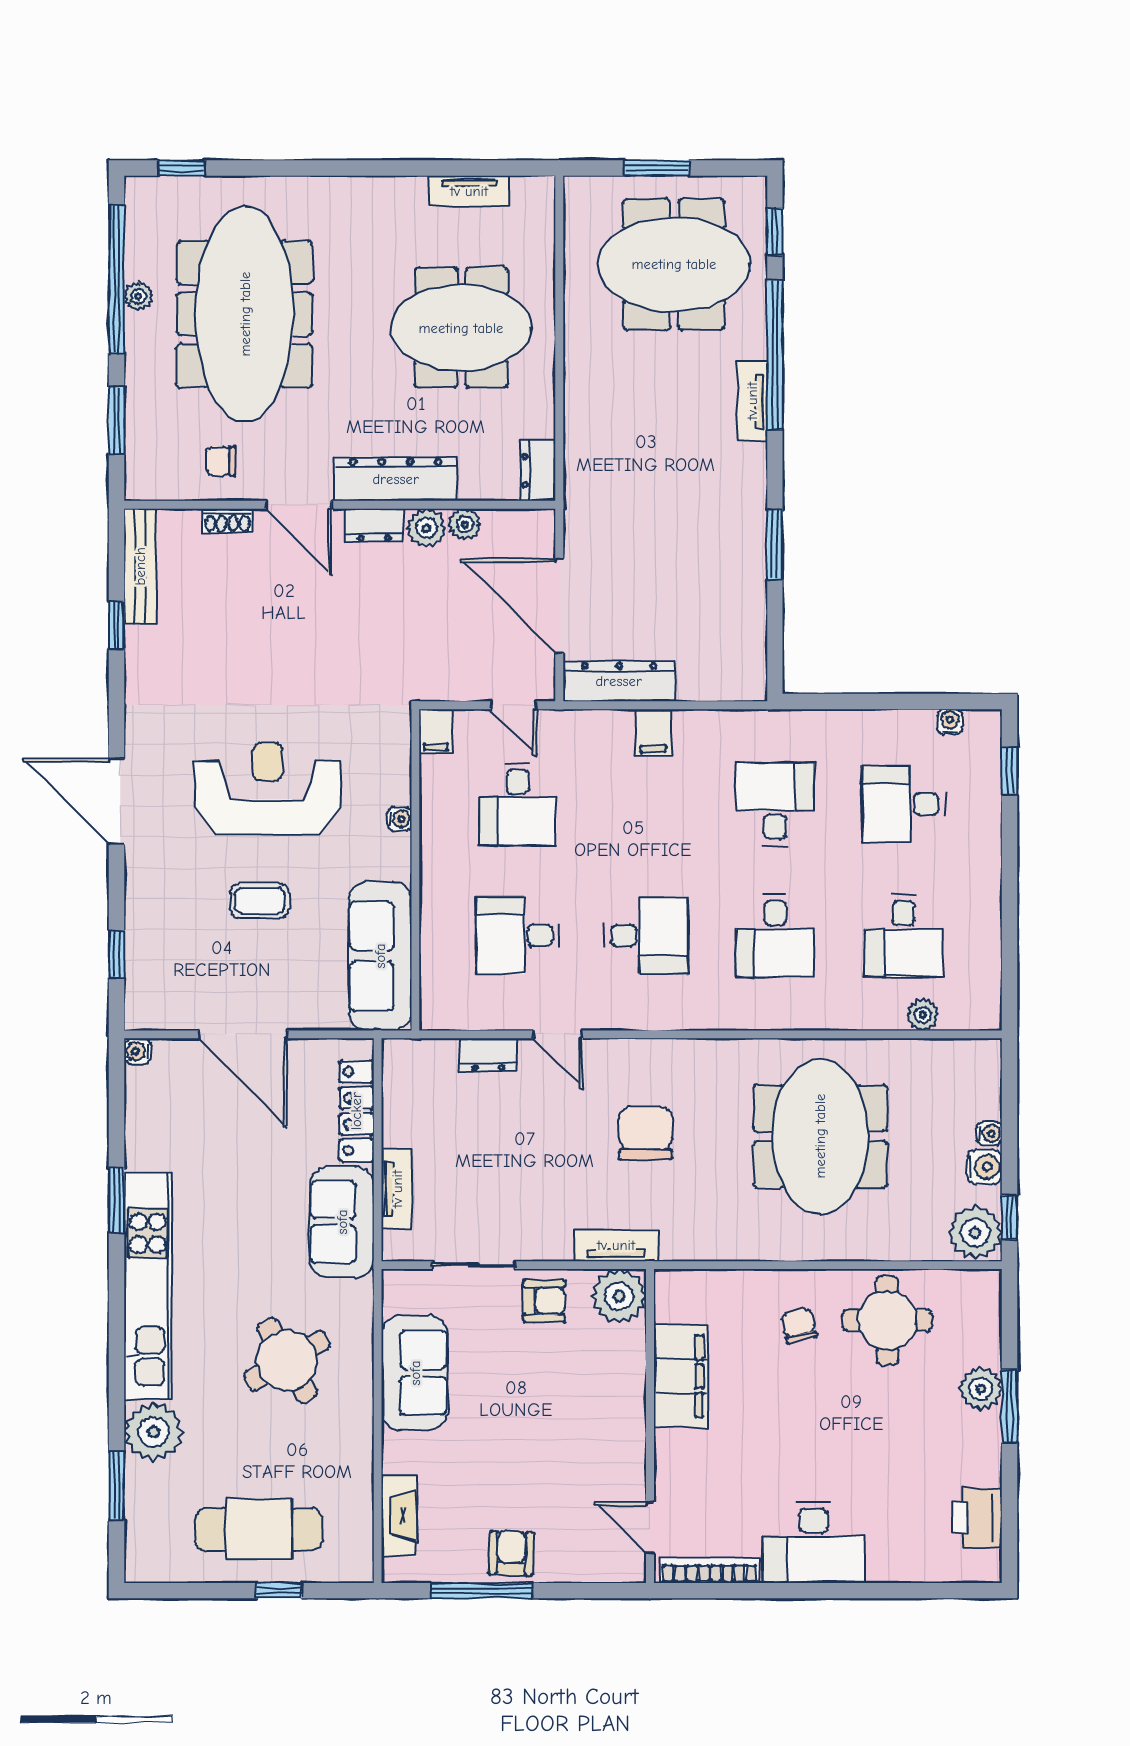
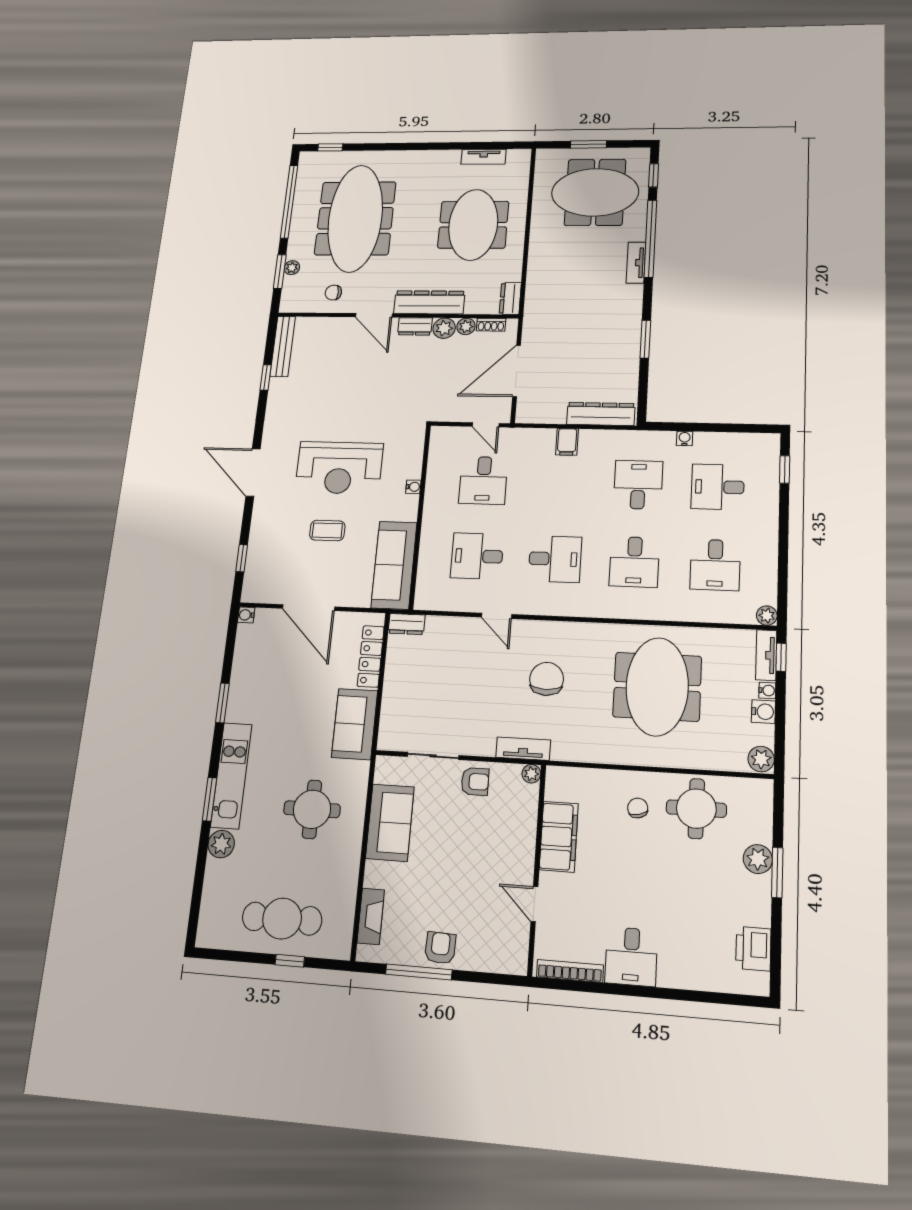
plant: (138, 296) -> (292, 268), moved
meeting table: (461, 328) -> (473, 225), turned 90
shoe rack: (227, 521) -> (491, 325), moved
door: (559, 606) -> (517, 371), hinge flipped
dresser: (619, 681) -> (601, 414), moved
water cooler: (950, 722) -> (685, 438), moved
filing cabinet: (436, 731) -> (439, 438), removed
reception desk: (268, 789) -> (339, 468), turned 180
plant: (923, 1015) -> (767, 616), moved
dresser: (488, 1055) -> (407, 624), moved
tv unit: (397, 1189) -> (766, 655), moved, turned 180
window: (1009, 1217) -> (781, 657), moved
plant: (975, 1233) -> (761, 759), width x0.73, depth x0.73
kitchen unit: (148, 1286) -> (231, 776), width x0.73
plant: (619, 1296) -> (531, 774), width x0.53, depth x0.53
round table: (287, 1360) -> (312, 809), turned 30
plant: (153, 1432) -> (221, 844), width x0.73, depth x0.73
window: (117, 1486) -> (210, 799), moved
door: (650, 1528) -> (534, 904), moved
desk: (813, 1543) -> (631, 956), width x0.73

